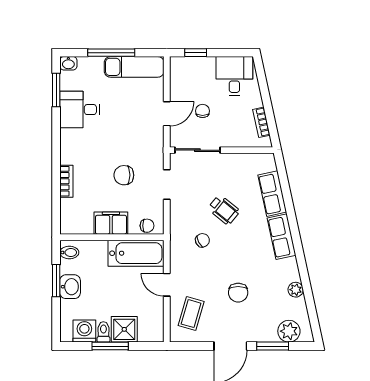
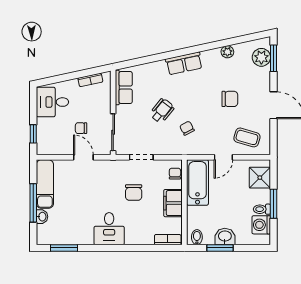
washbasin: (68, 63) -> (42, 217), moved
desk: (80, 110) -> (109, 229), moved
bookcase: (66, 181) -> (168, 240), moved
row of seats: (272, 194) -> (124, 88), moved, turned -78
shower: (124, 329) -> (260, 178), moved
window: (273, 346) -> (274, 58), moved

